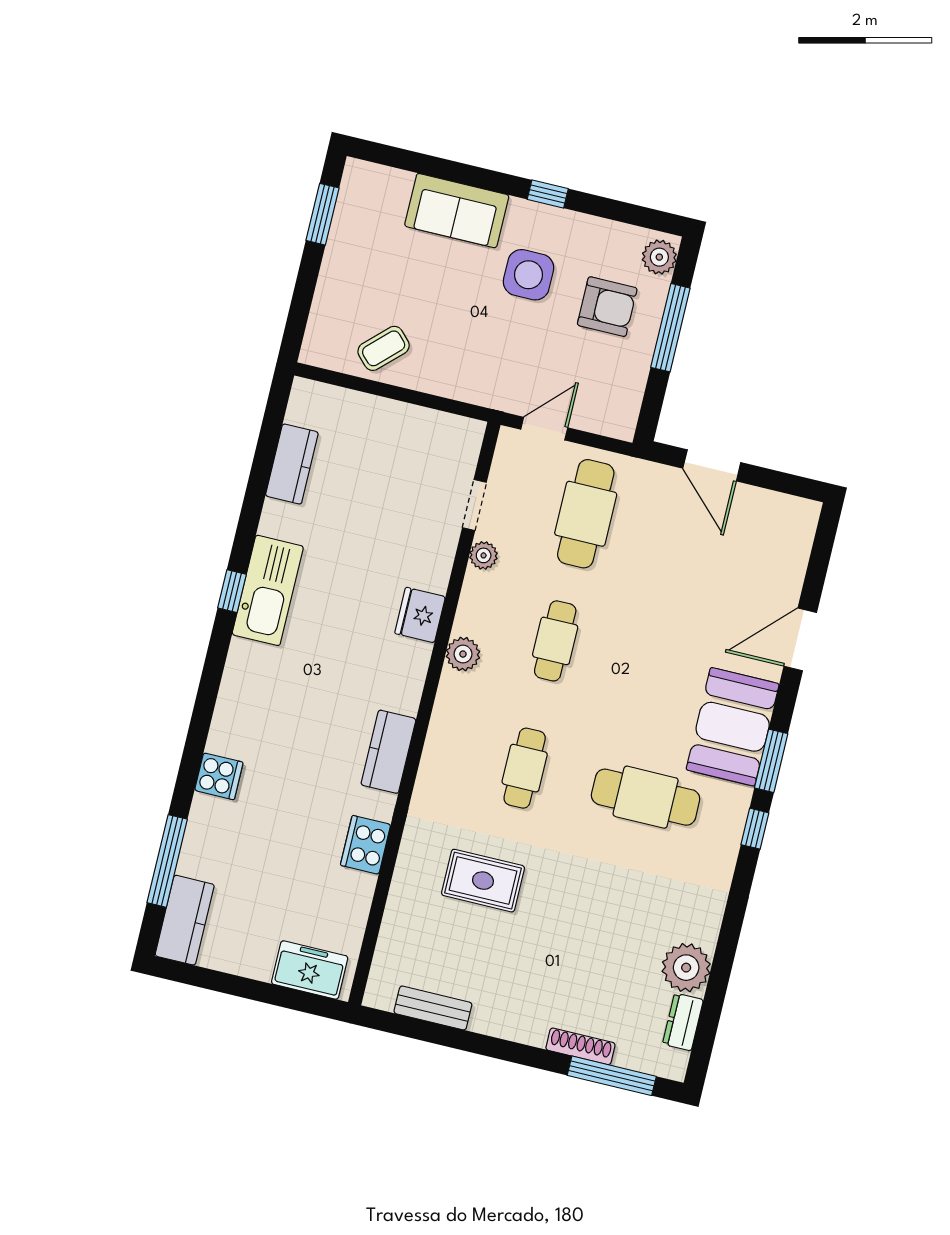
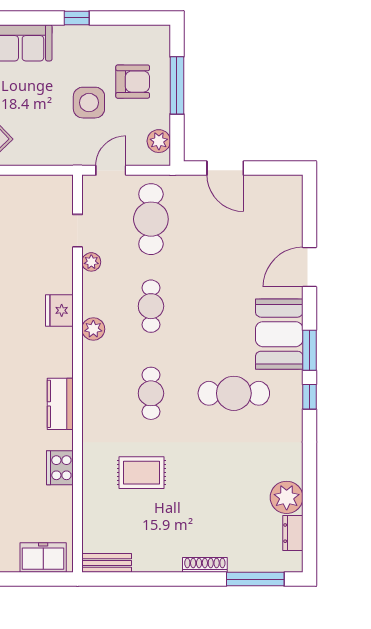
plant: (659, 257) -> (159, 141), moved
side table: (528, 275) -> (89, 103), moved
bench: (433, 1008) -> (107, 563), moved
shoe rack: (580, 1046) -> (205, 565), moved

